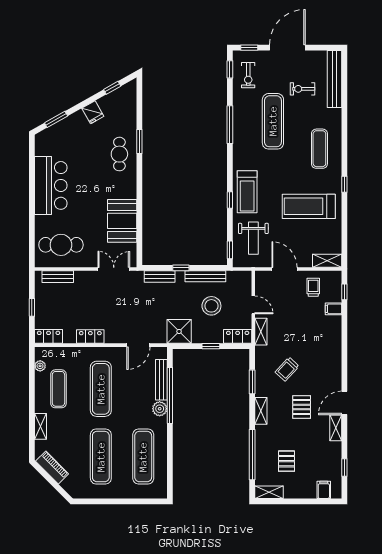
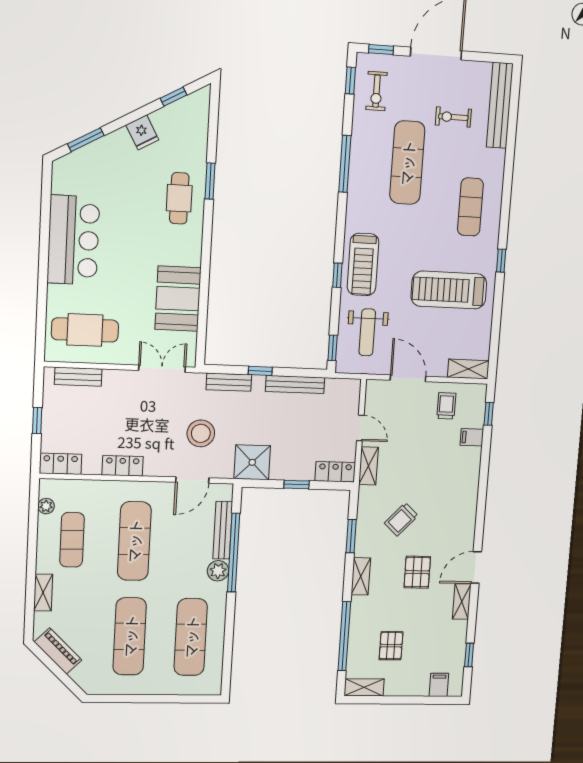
stool: (211, 306) -> (201, 433), moved

